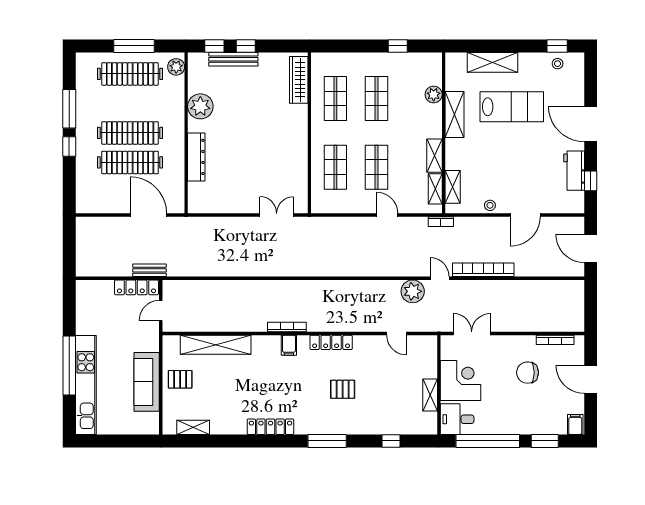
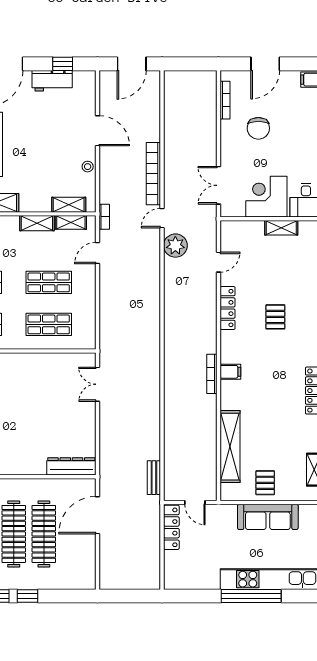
dresser: (196, 157) -> (71, 466), moved
door: (387, 215) -> (98, 253), moved
bench: (149, 270) -> (154, 478), moved
locker: (331, 342) -> (228, 308), moved

